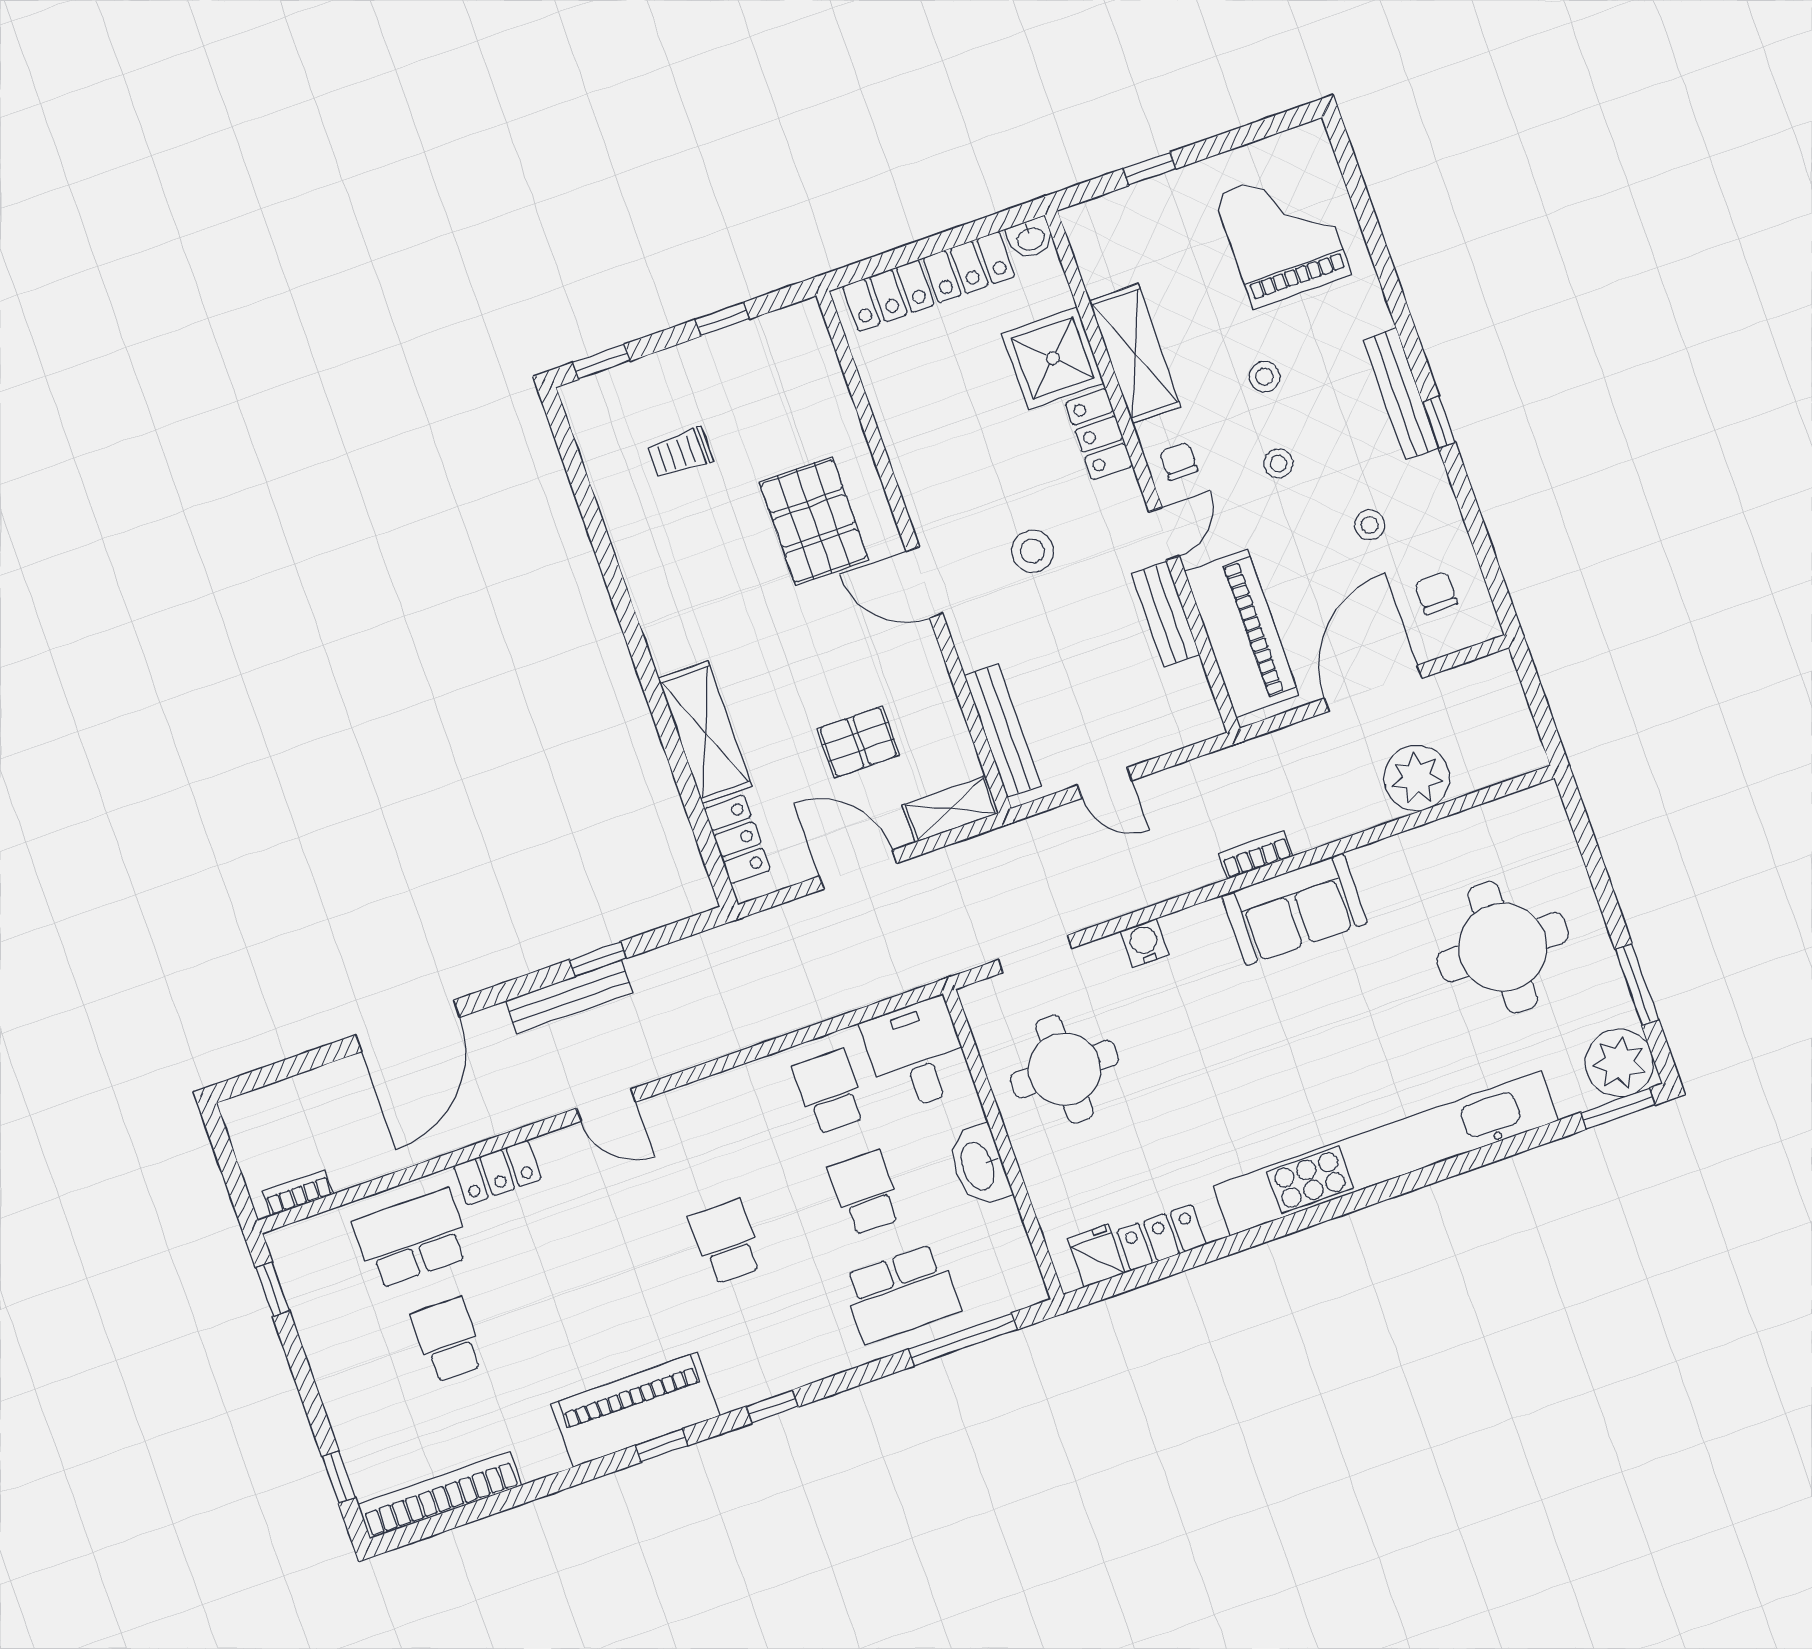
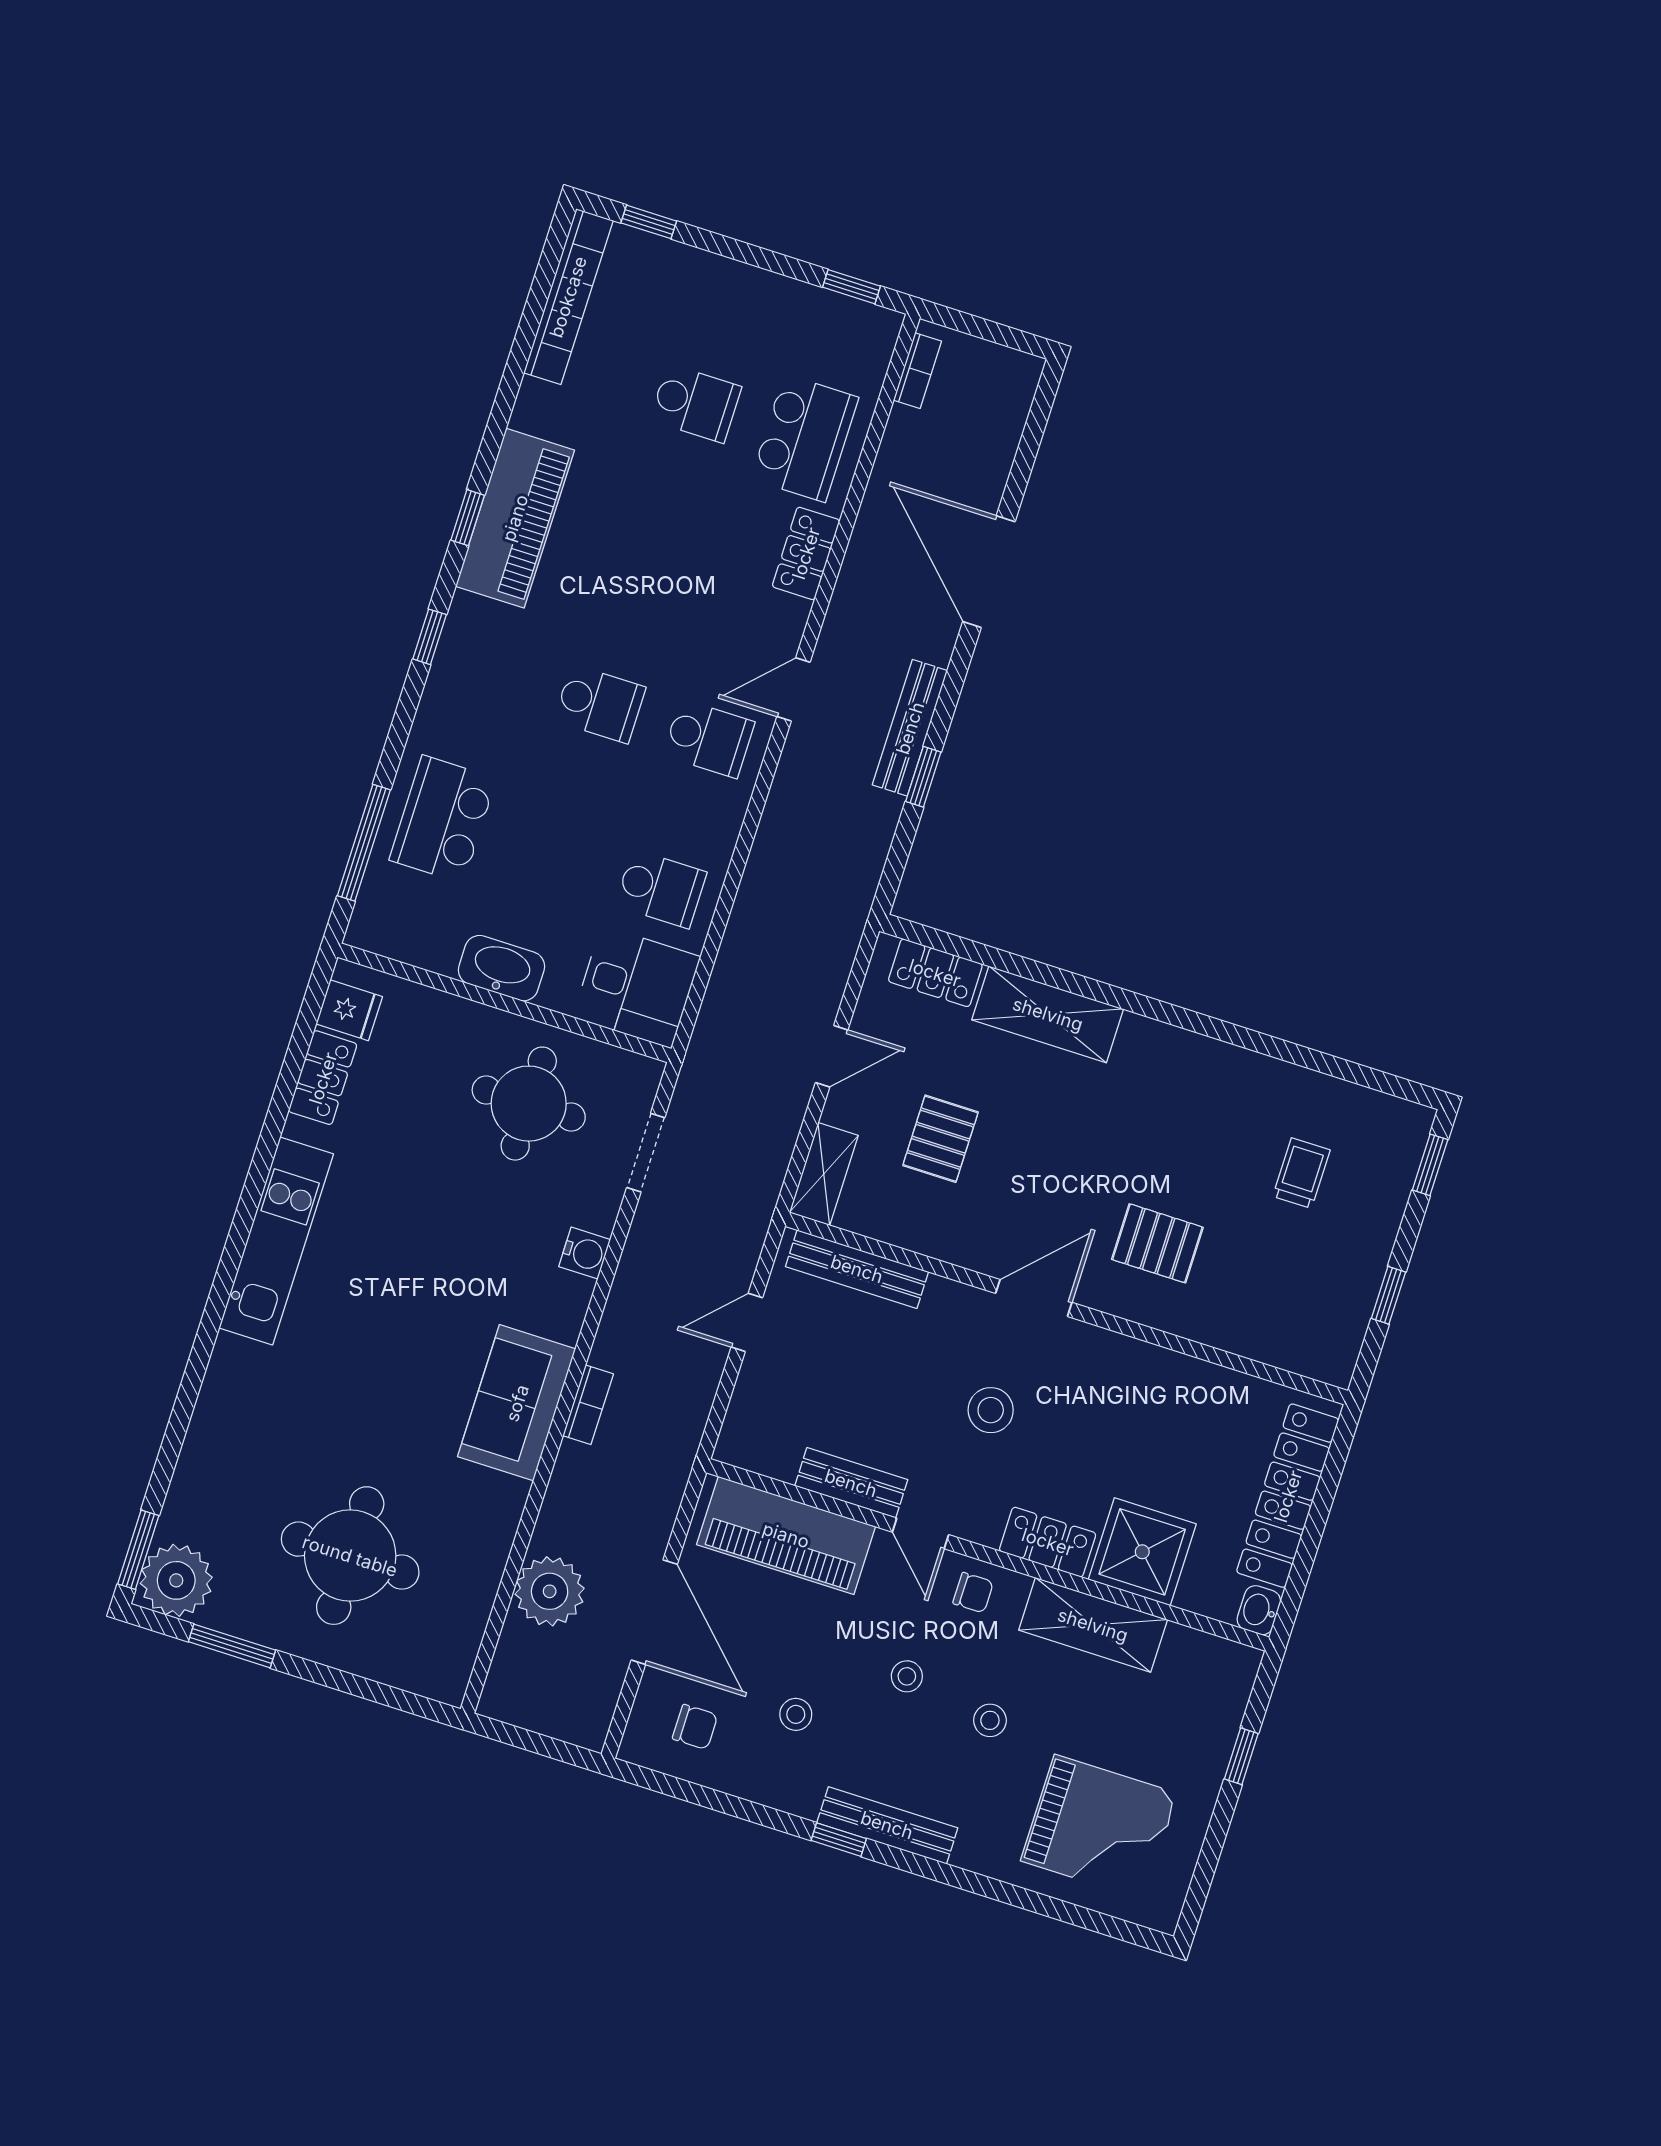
pallet: (814, 521) -> (1157, 1243), width x0.67, depth x0.71
door: (858, 870) -> (832, 1056), width x0.73
kitchen unit: (1386, 1153) -> (276, 1241), width x0.54
school desk: (865, 1193) -> (709, 739), moved

